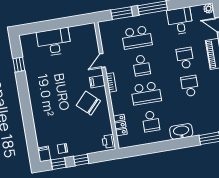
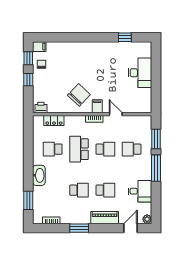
school desk: (137, 37) -> (132, 149), width x0.54
school desk: (141, 65) -> (105, 149), turned 180

